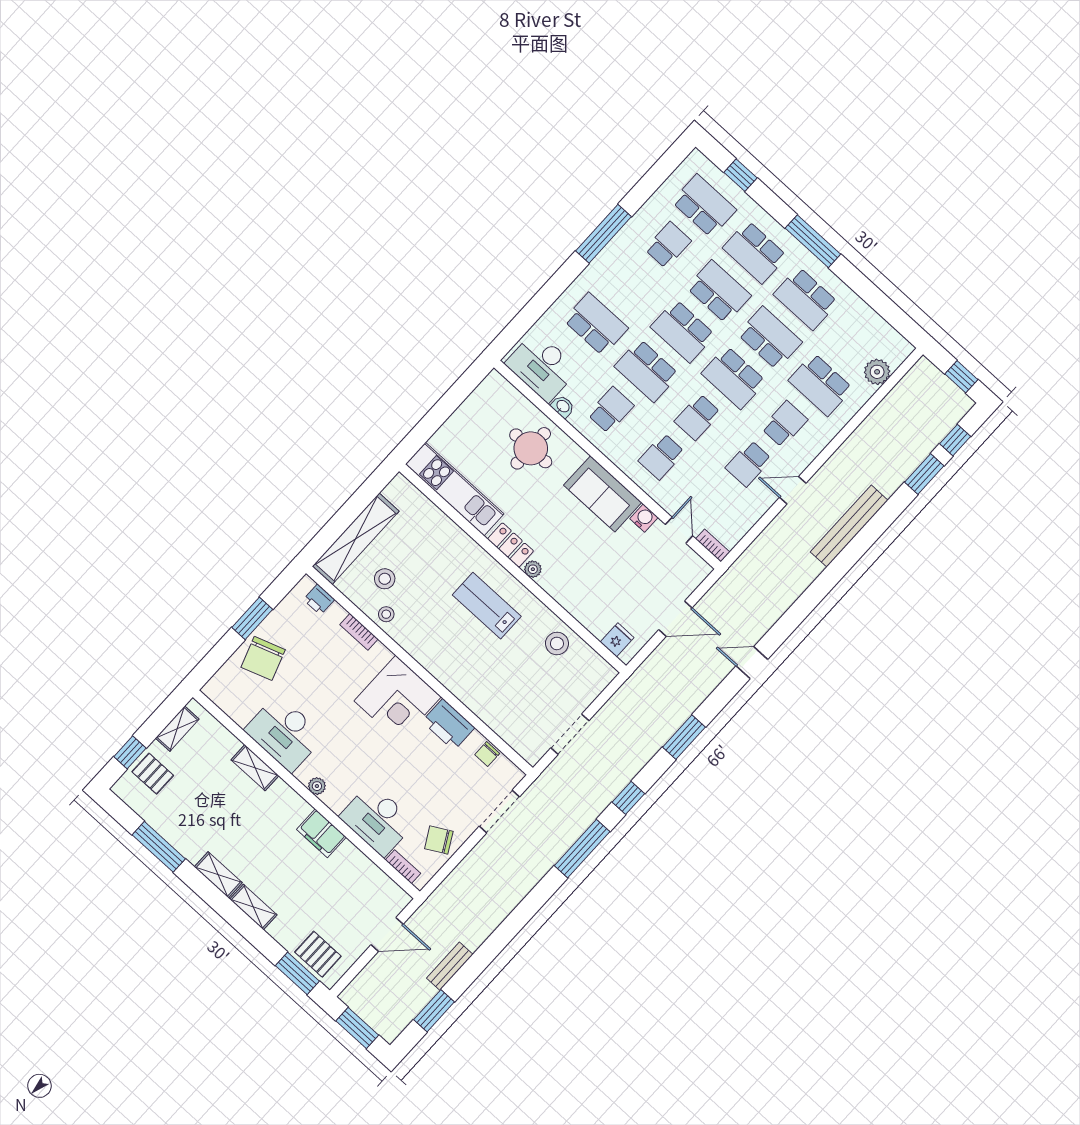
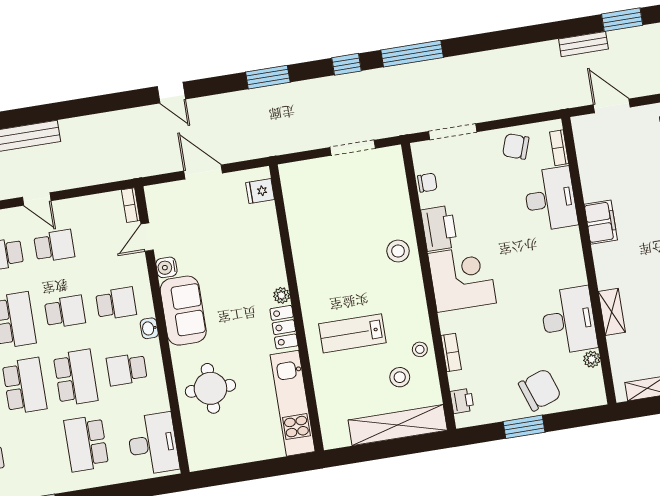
washbasin: (563, 406) -> (149, 328), moved
lab bench: (487, 606) -> (352, 333), moved, turned 90
stool: (557, 643) -> (398, 251), moved
plant: (317, 786) -> (592, 359), moved
chair: (439, 840) -> (516, 146), turned 138

